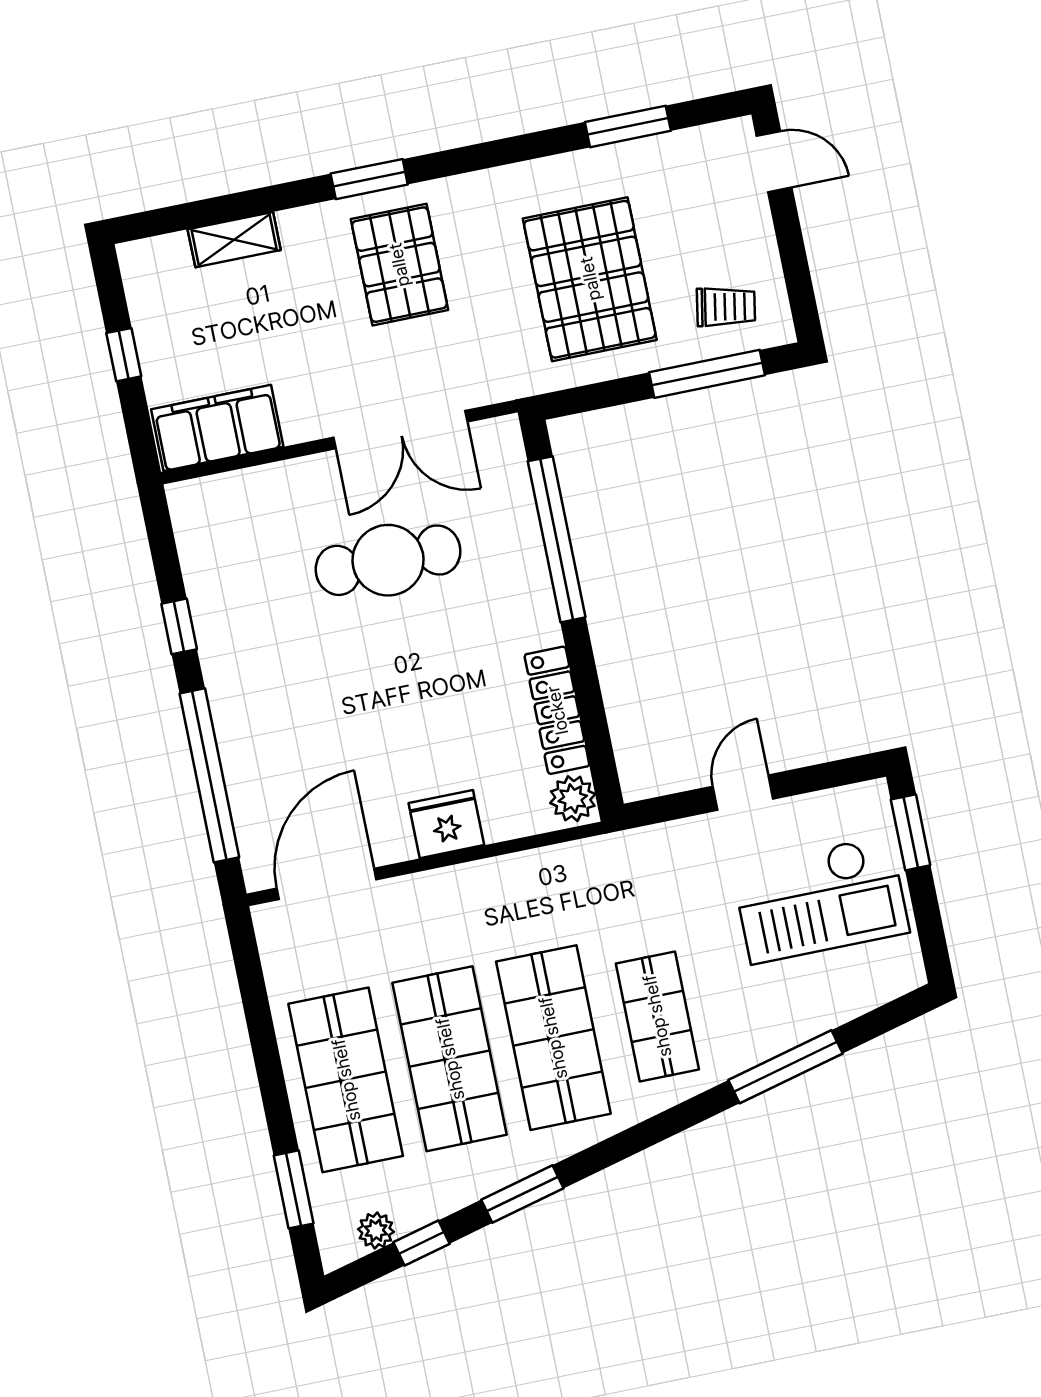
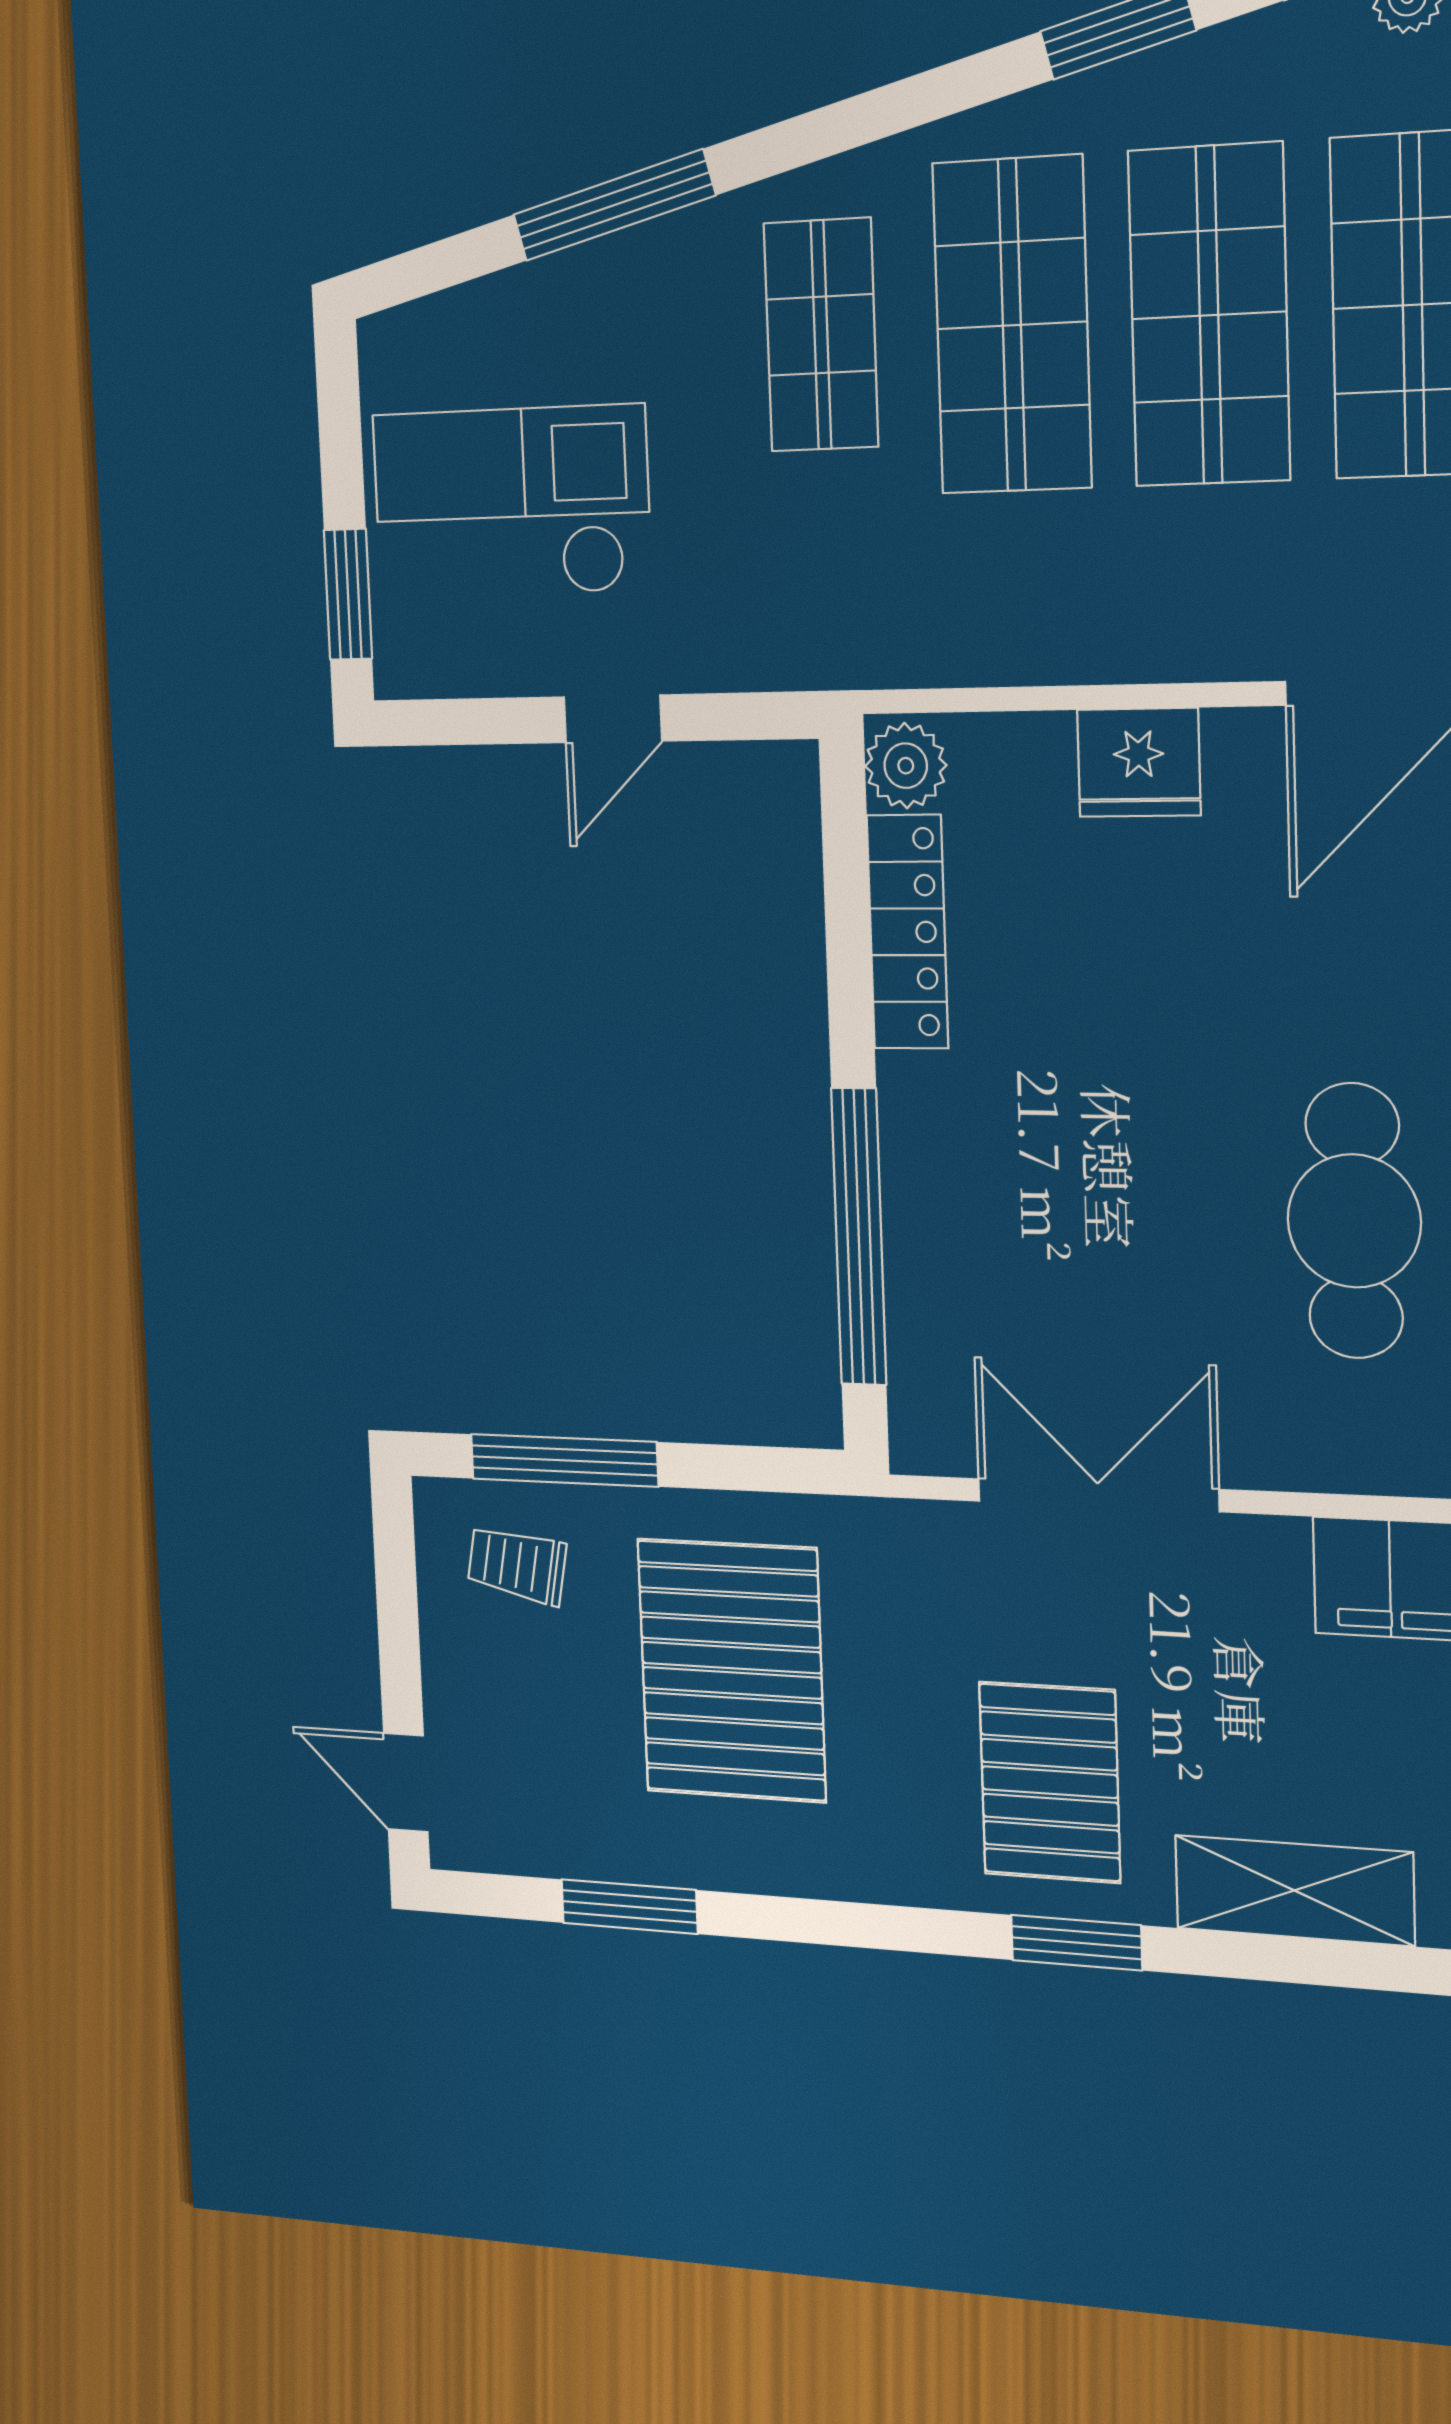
shelving: (234, 240) -> (1294, 1890), width x1.50, depth x1.33
cafe table: (388, 560) -> (1354, 1221), moved, turned 90

